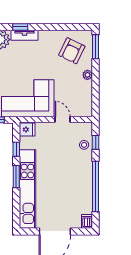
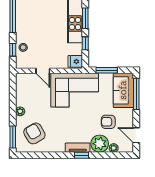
armchair: (72, 51) -> (34, 133), turned -56

